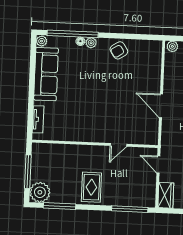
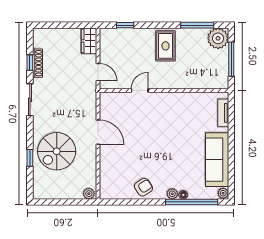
window: (130, 209) -> (125, 25), width x0.46

